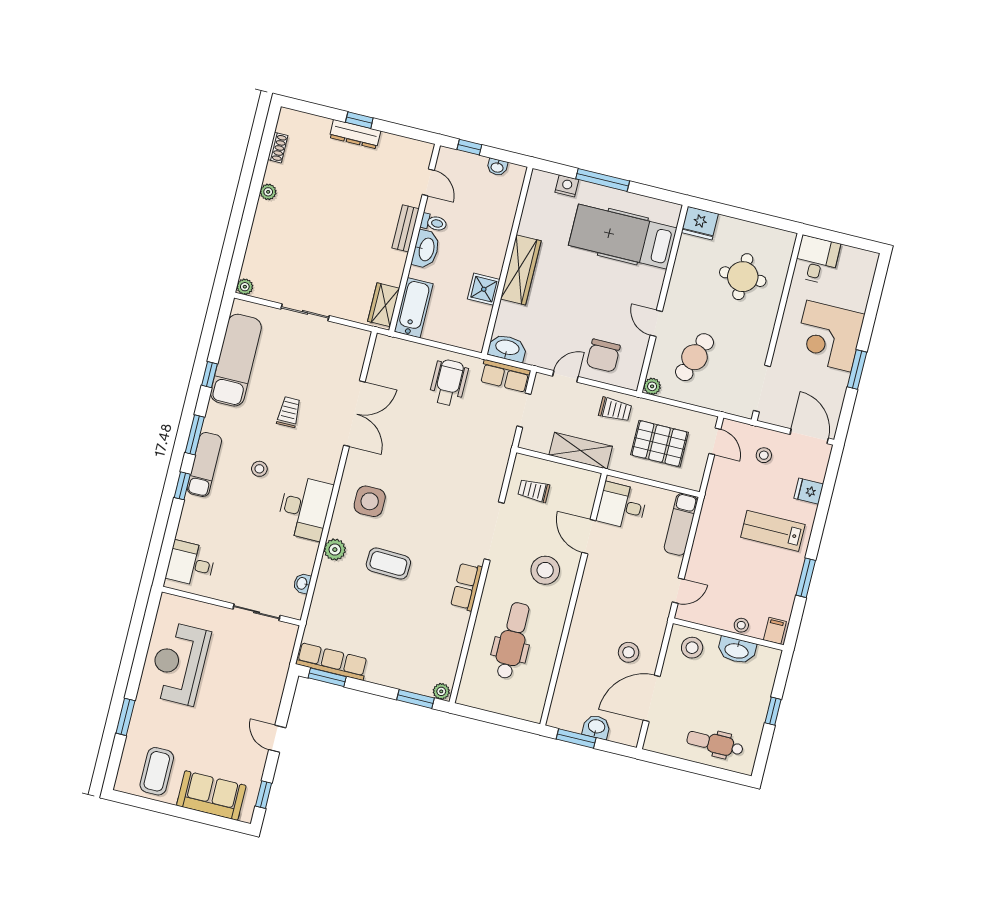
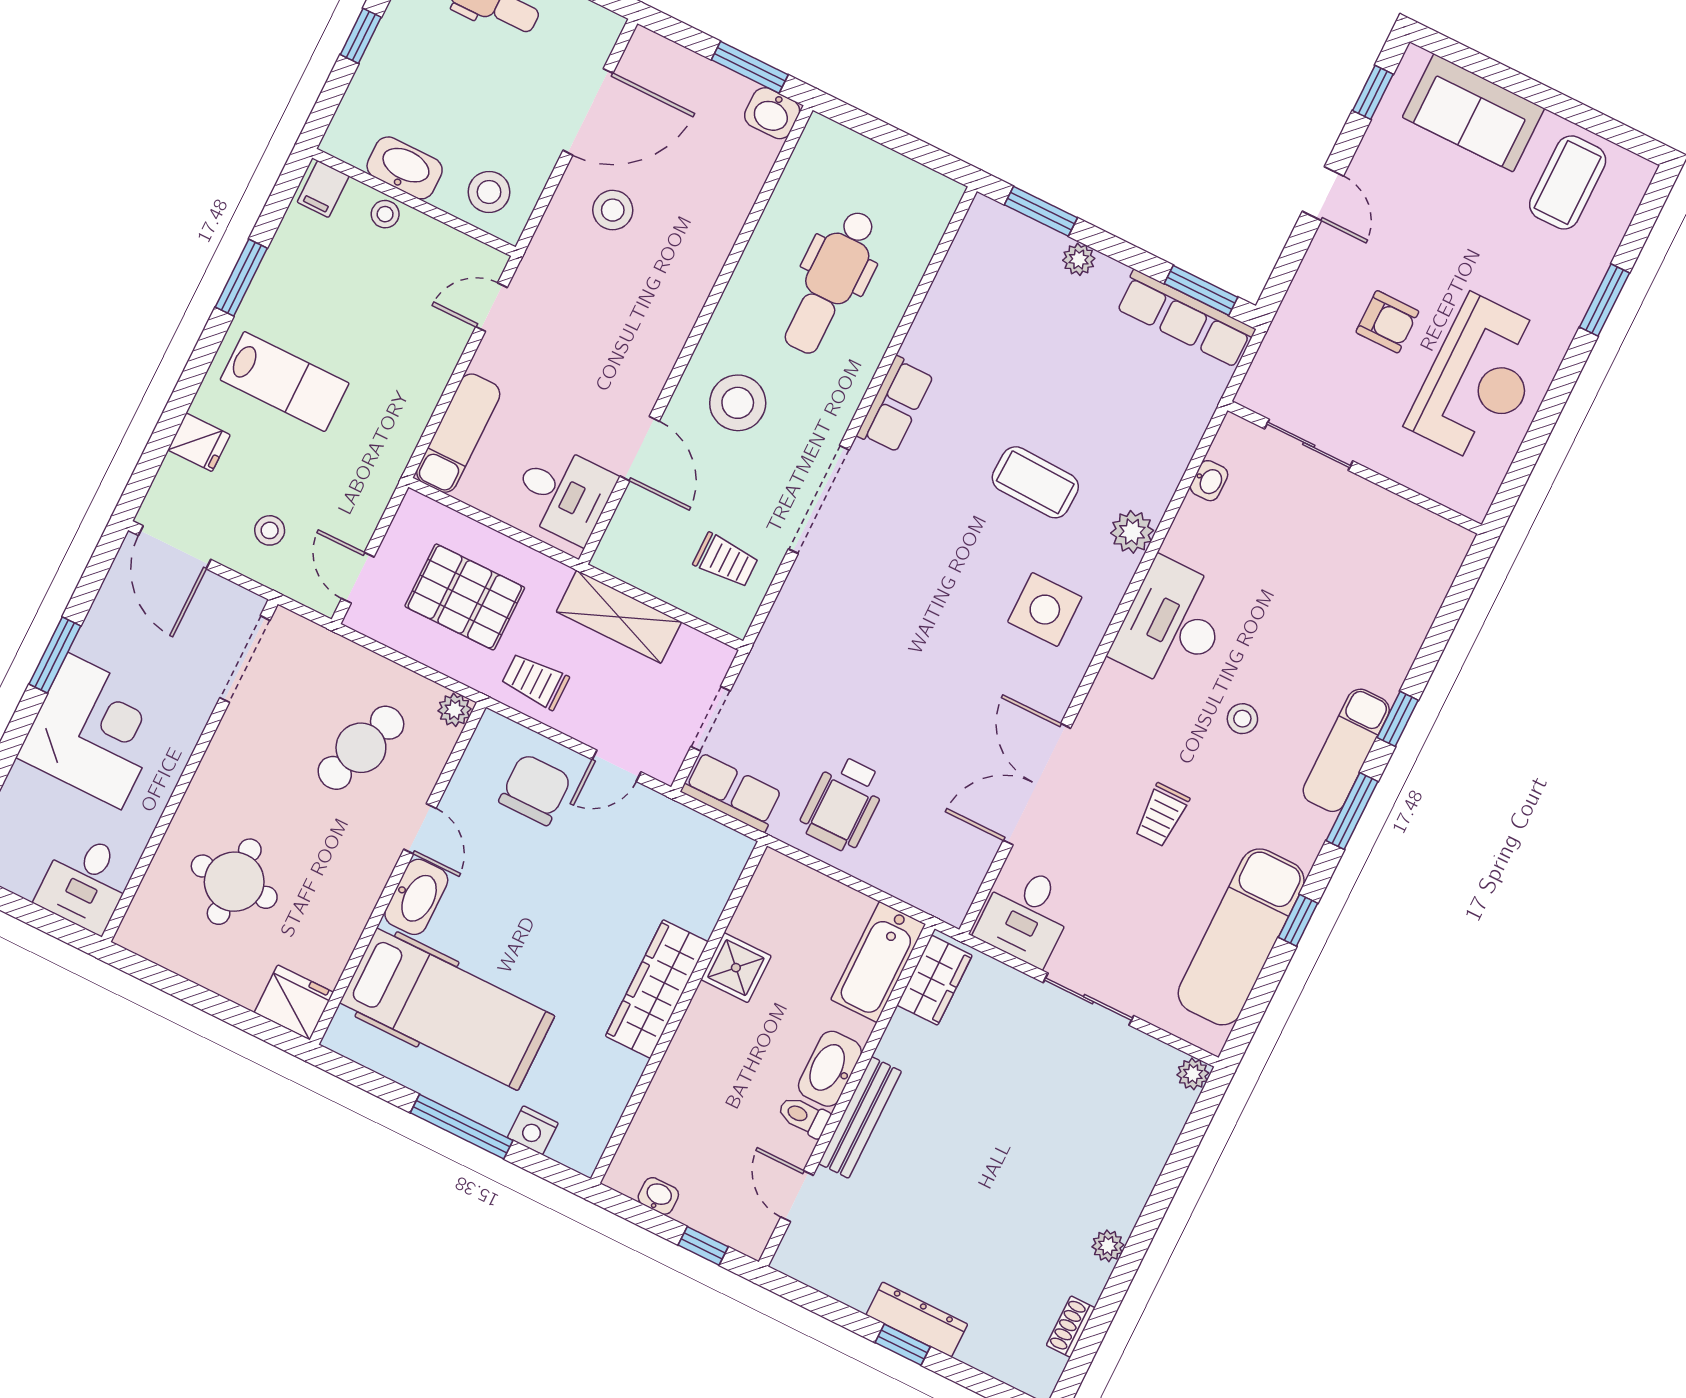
bench: (406, 228) -> (860, 1117), width x1.36
washbasin: (507, 348) -> (416, 897), moved, turned -90
desk: (191, 564) -> (1026, 915), moved, turned 90
armchair: (231, 682) -> (1387, 322), added
plant: (441, 691) -> (1079, 259), moved
washbasin: (596, 727) -> (772, 113), moved

